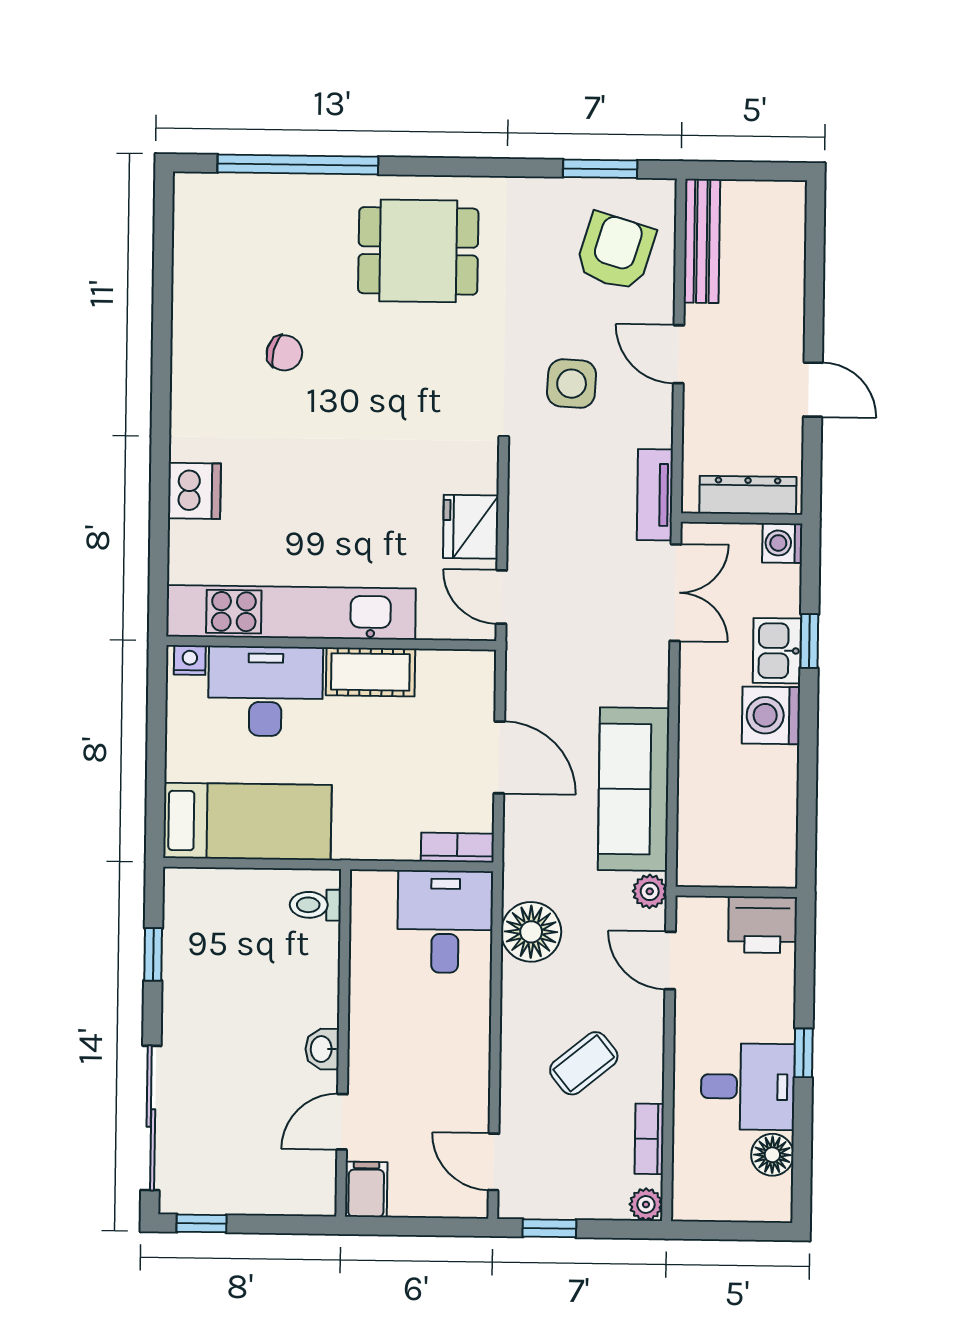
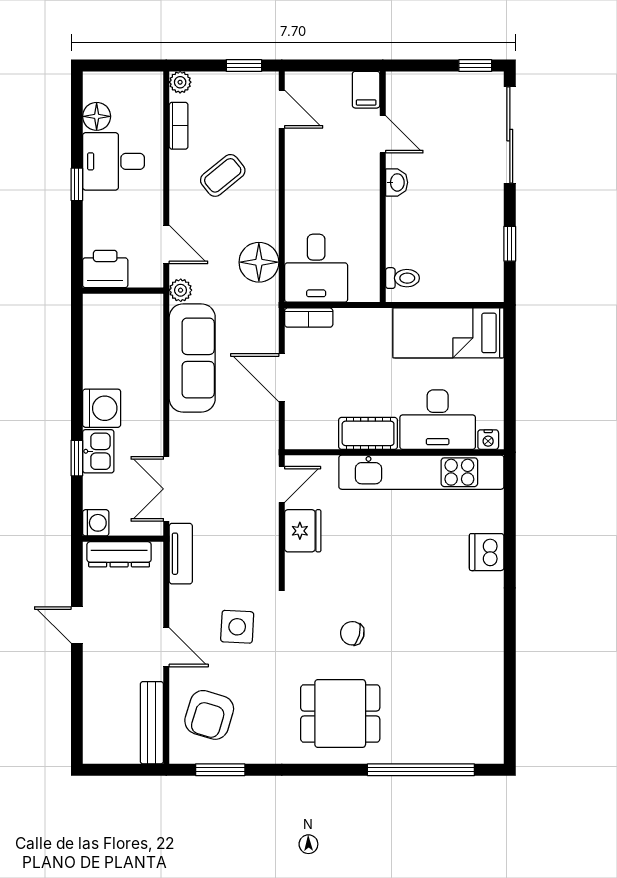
chair: (284, 353) -> (352, 633), moved
door: (501, 597) -> (282, 484), hinge flipped
door: (342, 1122) -> (383, 134), hinge flipped

